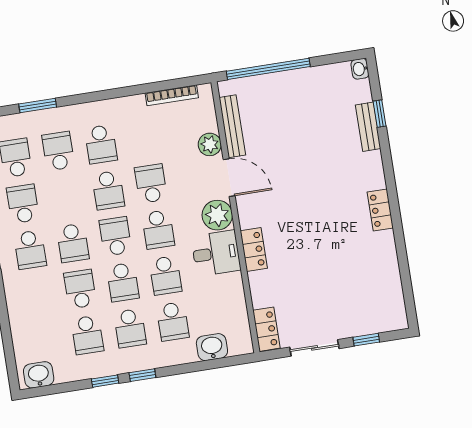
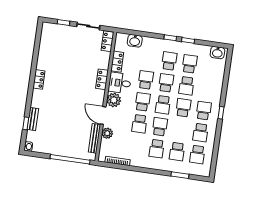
school desk: (101, 144) -> (157, 149), turned 180
locker: (234, 294) -> (117, 62), added
school desk: (173, 321) -> (149, 58), removed

